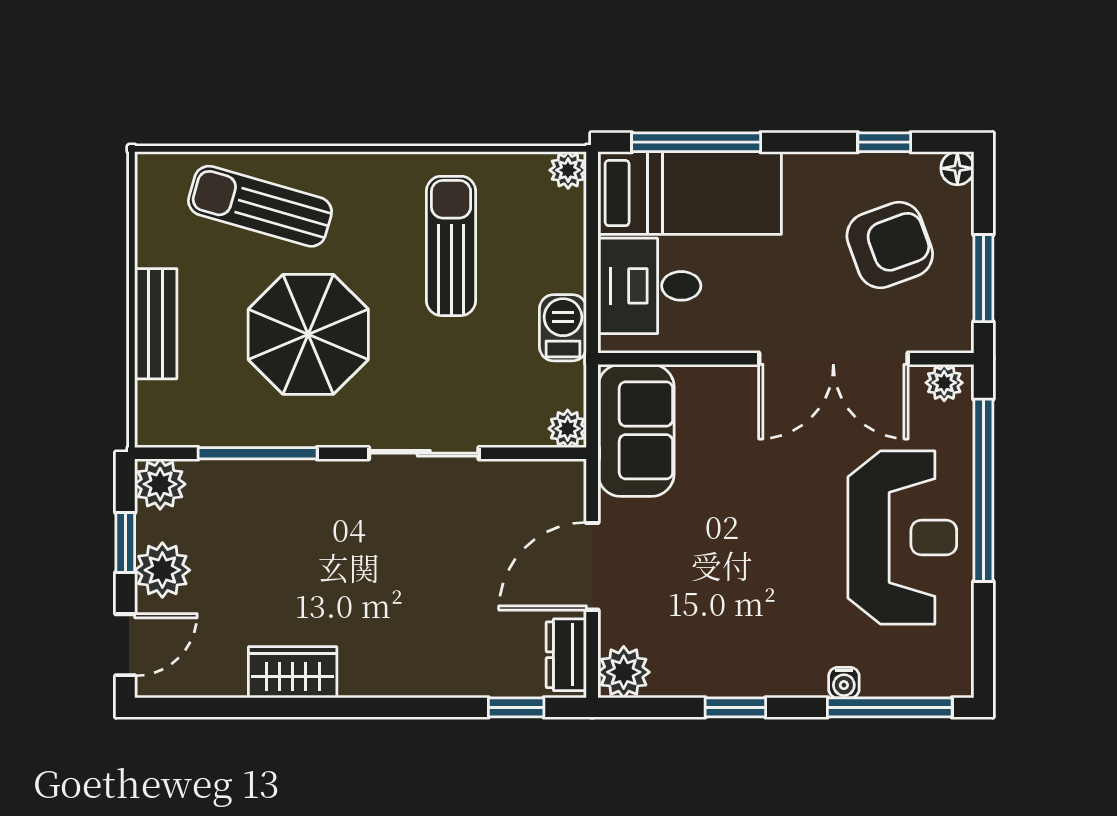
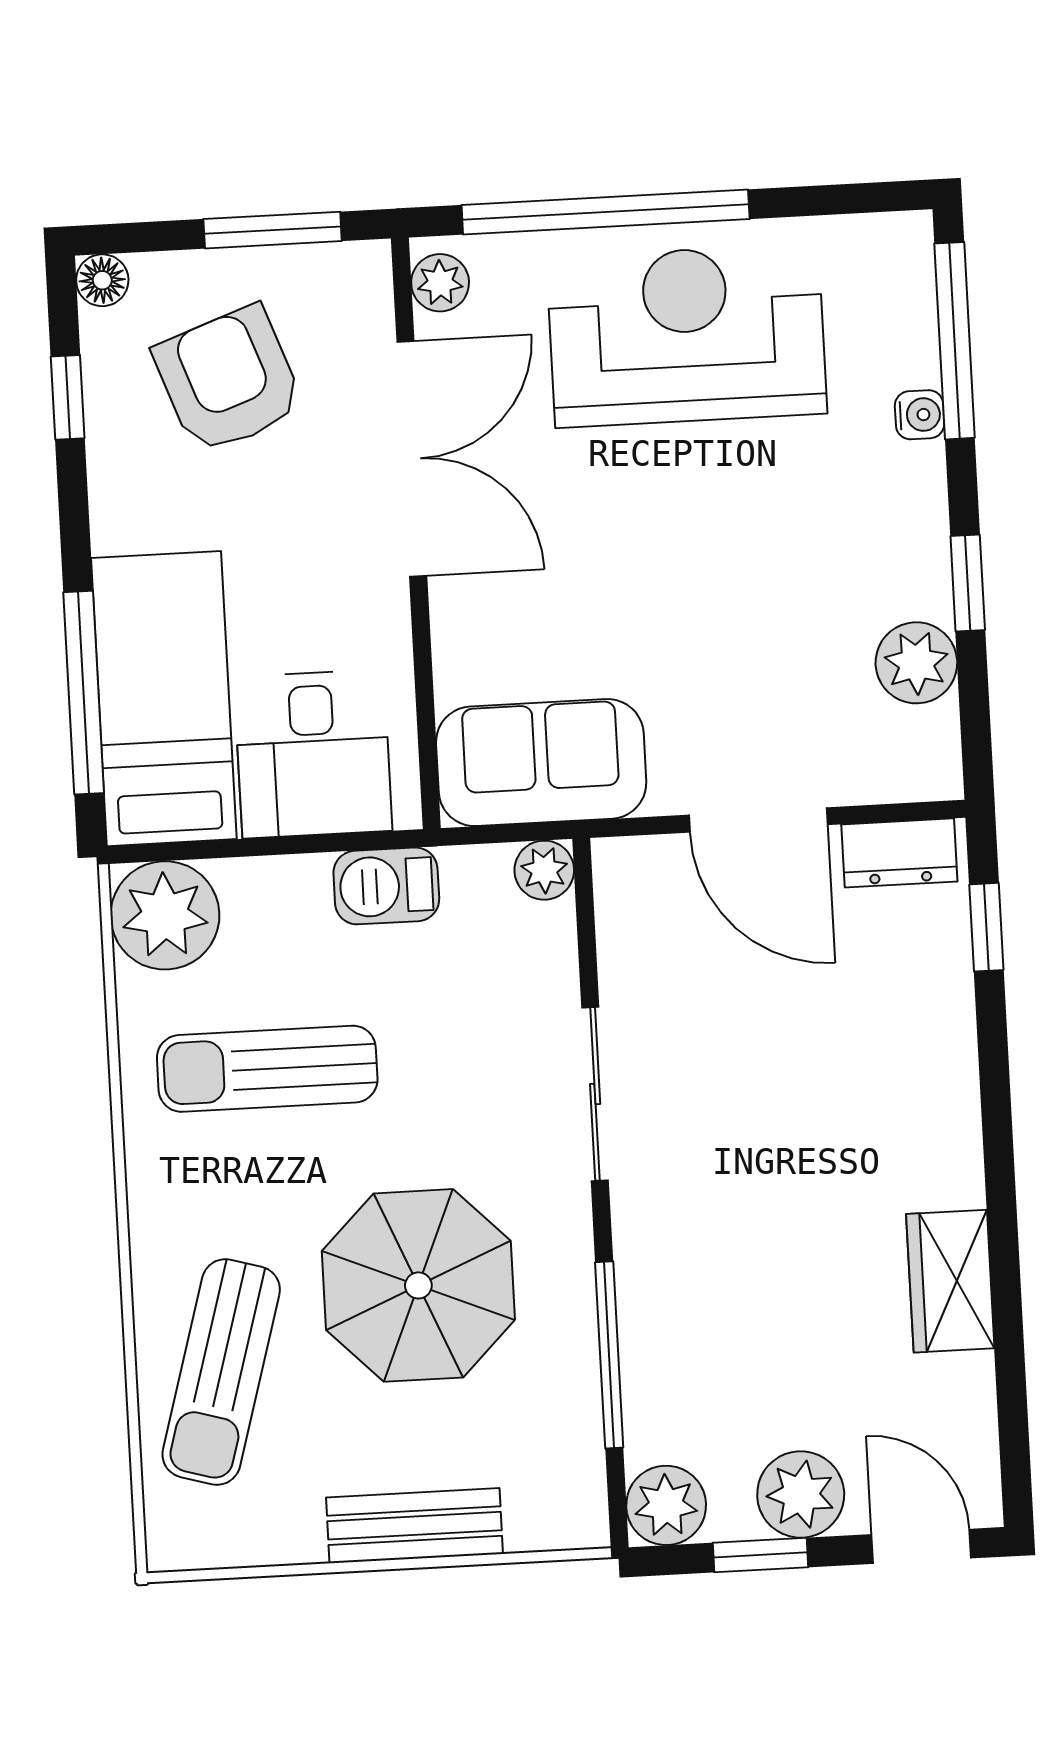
plant: (568, 170) -> (165, 915), width x1.87, depth x1.87
plant: (624, 672) -> (916, 663), moved

